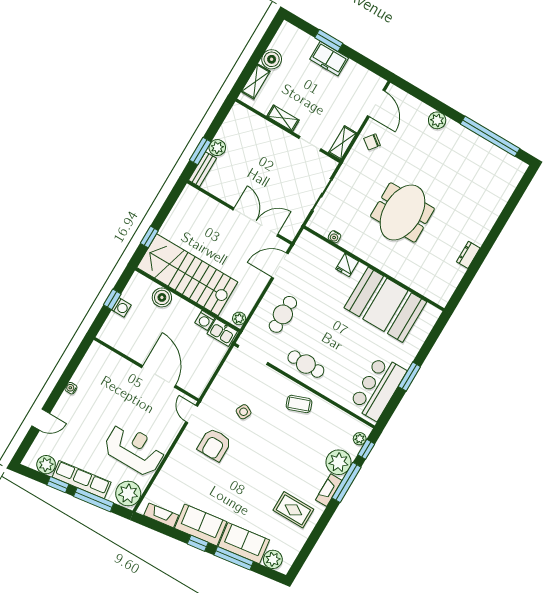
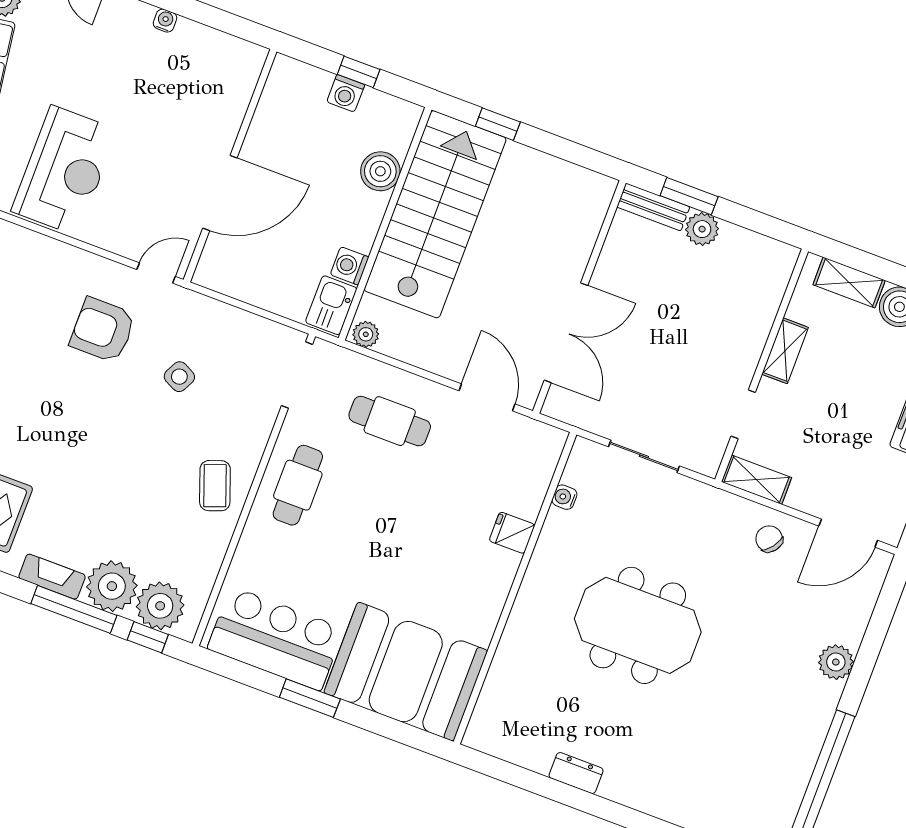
booth: (385, 305) -> (406, 672), moved, turned 90
plant: (360, 439) -> (160, 606), width x1.87, depth x1.87

